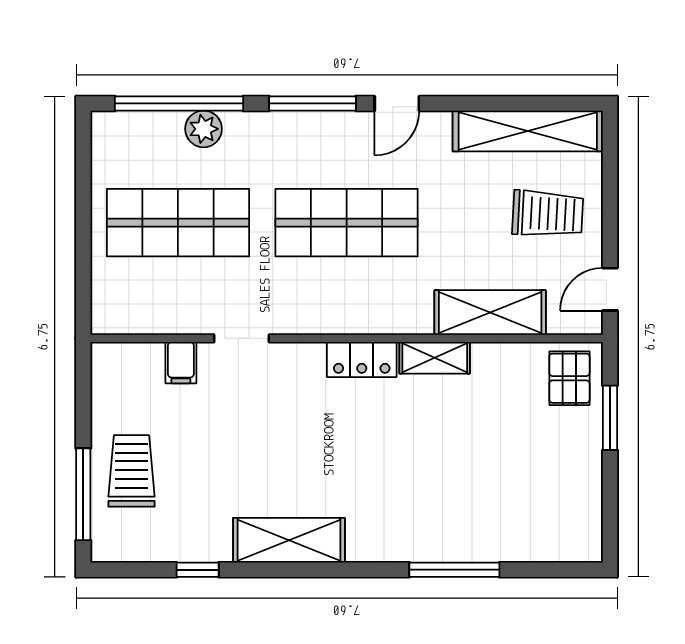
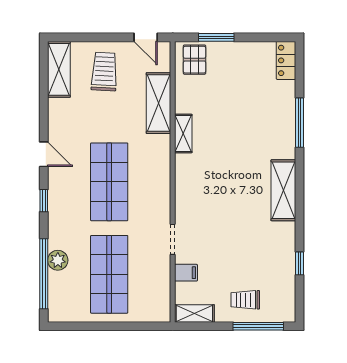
window: (312, 103) -> (44, 201), width x0.46
shelving: (528, 131) -> (59, 69), width x0.68
locker: (362, 360) -> (286, 60), moved, turned 180
shelving: (107, 378) -> (194, 313), added
pallet: (569, 378) -> (195, 60), turned 90
trolley: (131, 471) -> (245, 300), width x0.73, depth x0.72
shelving: (289, 540) -> (283, 190), moved

